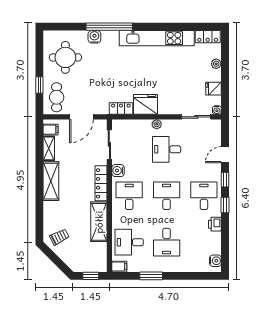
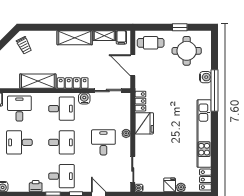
window: (39, 85) -> (180, 27), moved
fridge: (214, 89) -> (170, 185), moved

